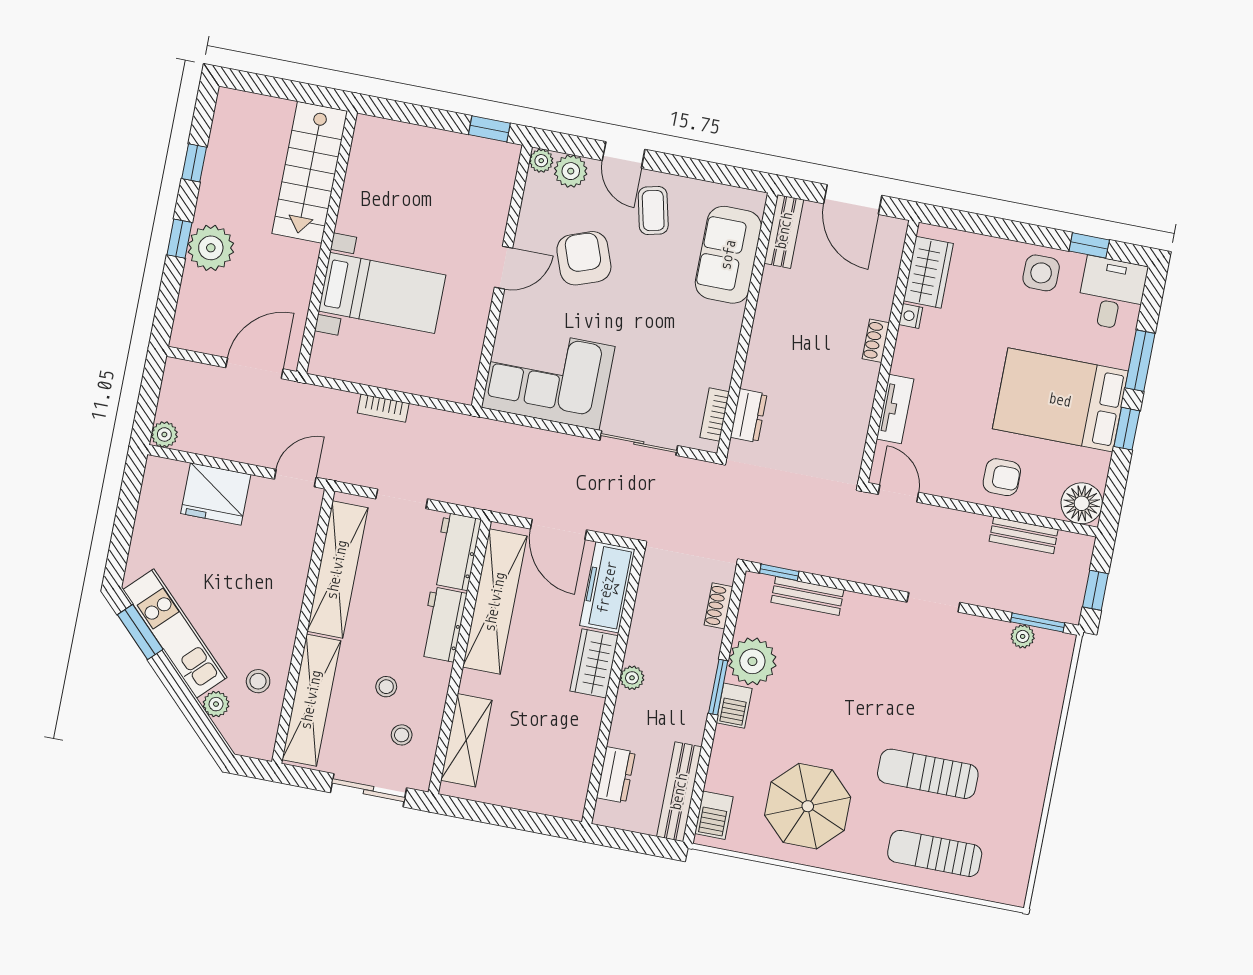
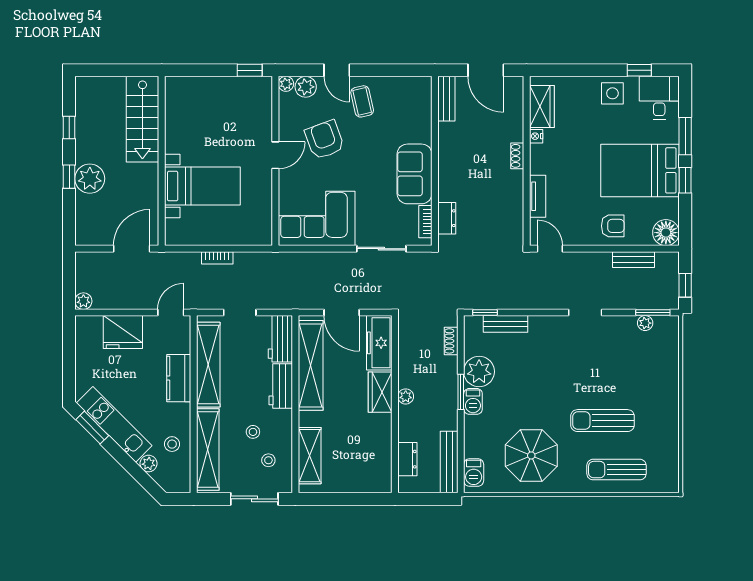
sofa: (728, 255) -> (415, 174), moved
kitchen counter: (288, 582) -> (179, 378), added

